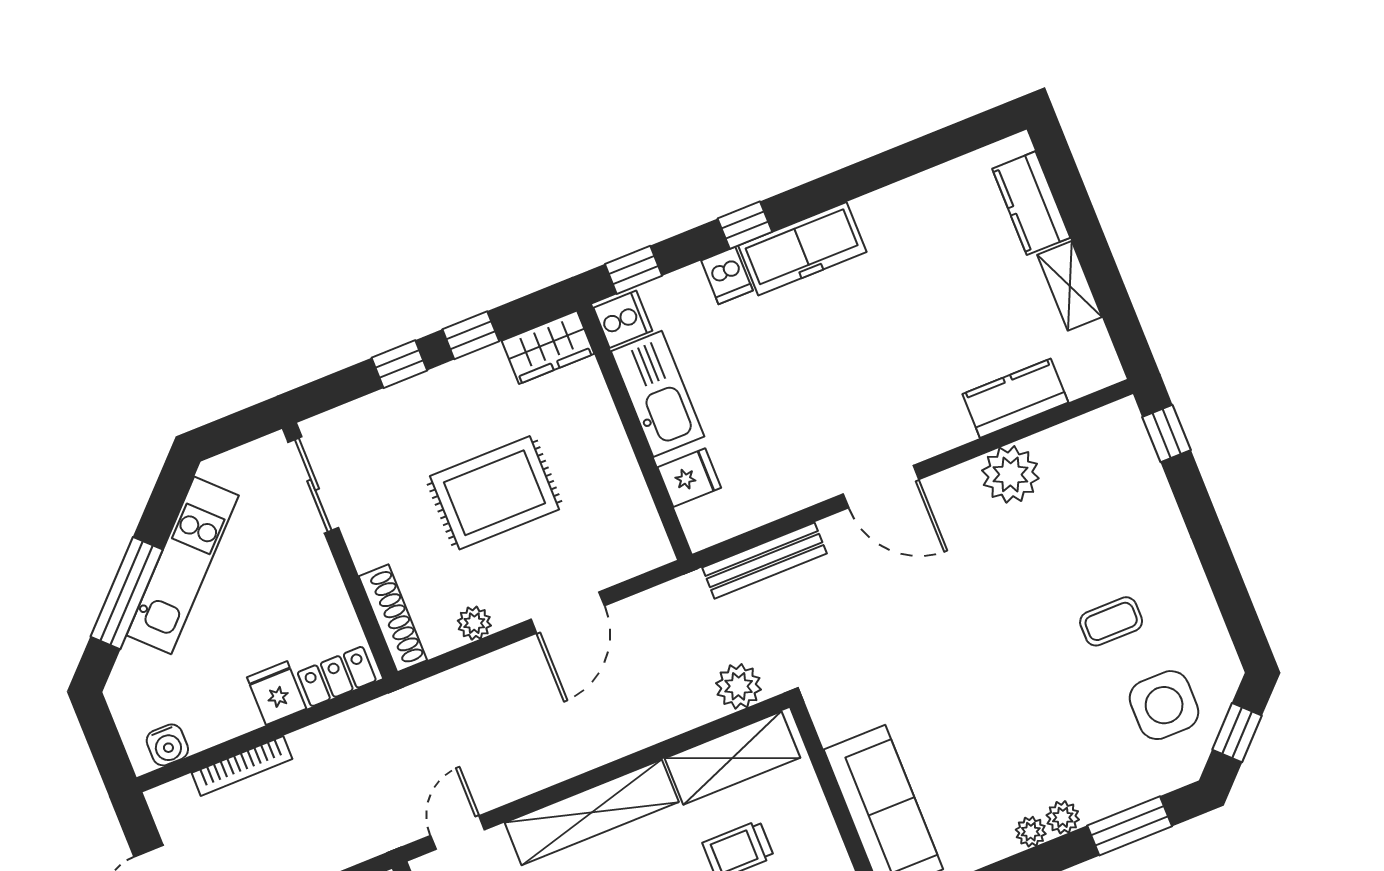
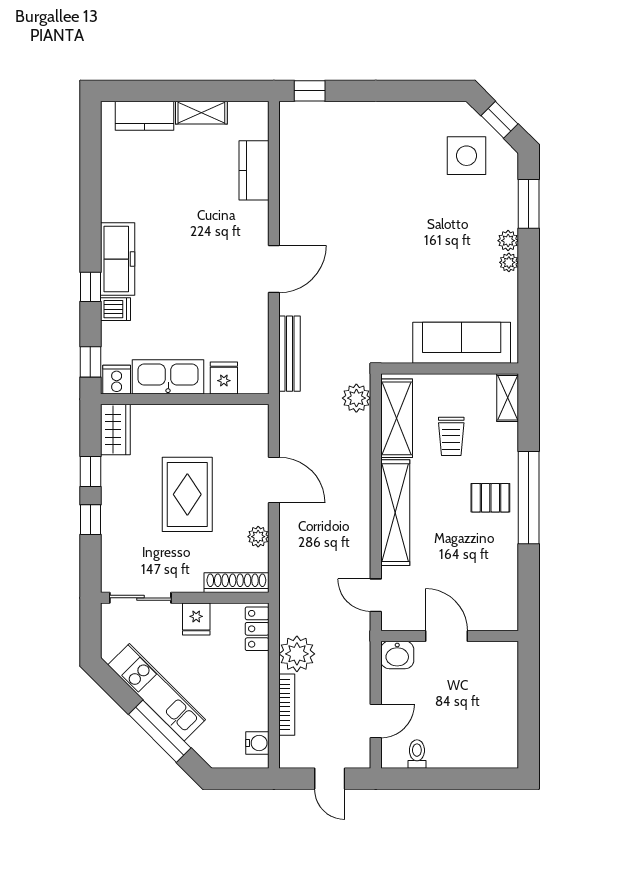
plant: (1010, 474) -> (297, 654), moved
coffee table: (1111, 621) -> (406, 167), removed
fridge: (277, 693) -> (196, 619), moved, turned -90

